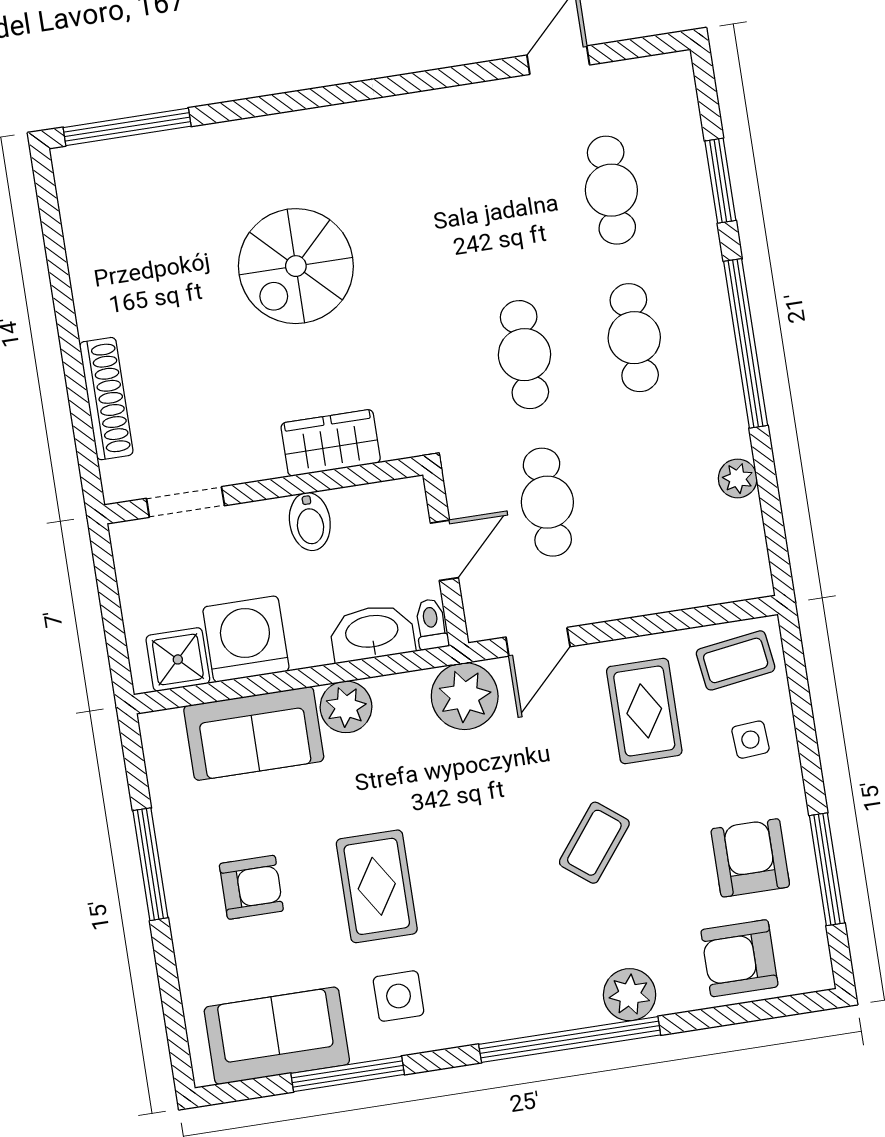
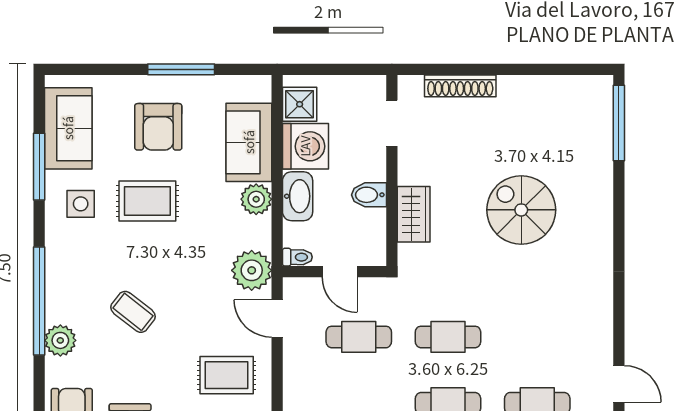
washbasin: (372, 633) -> (298, 196), moved
coffee table: (594, 843) -> (133, 312), moved
armchair: (251, 887) -> (158, 127), width x1.38, depth x1.38

